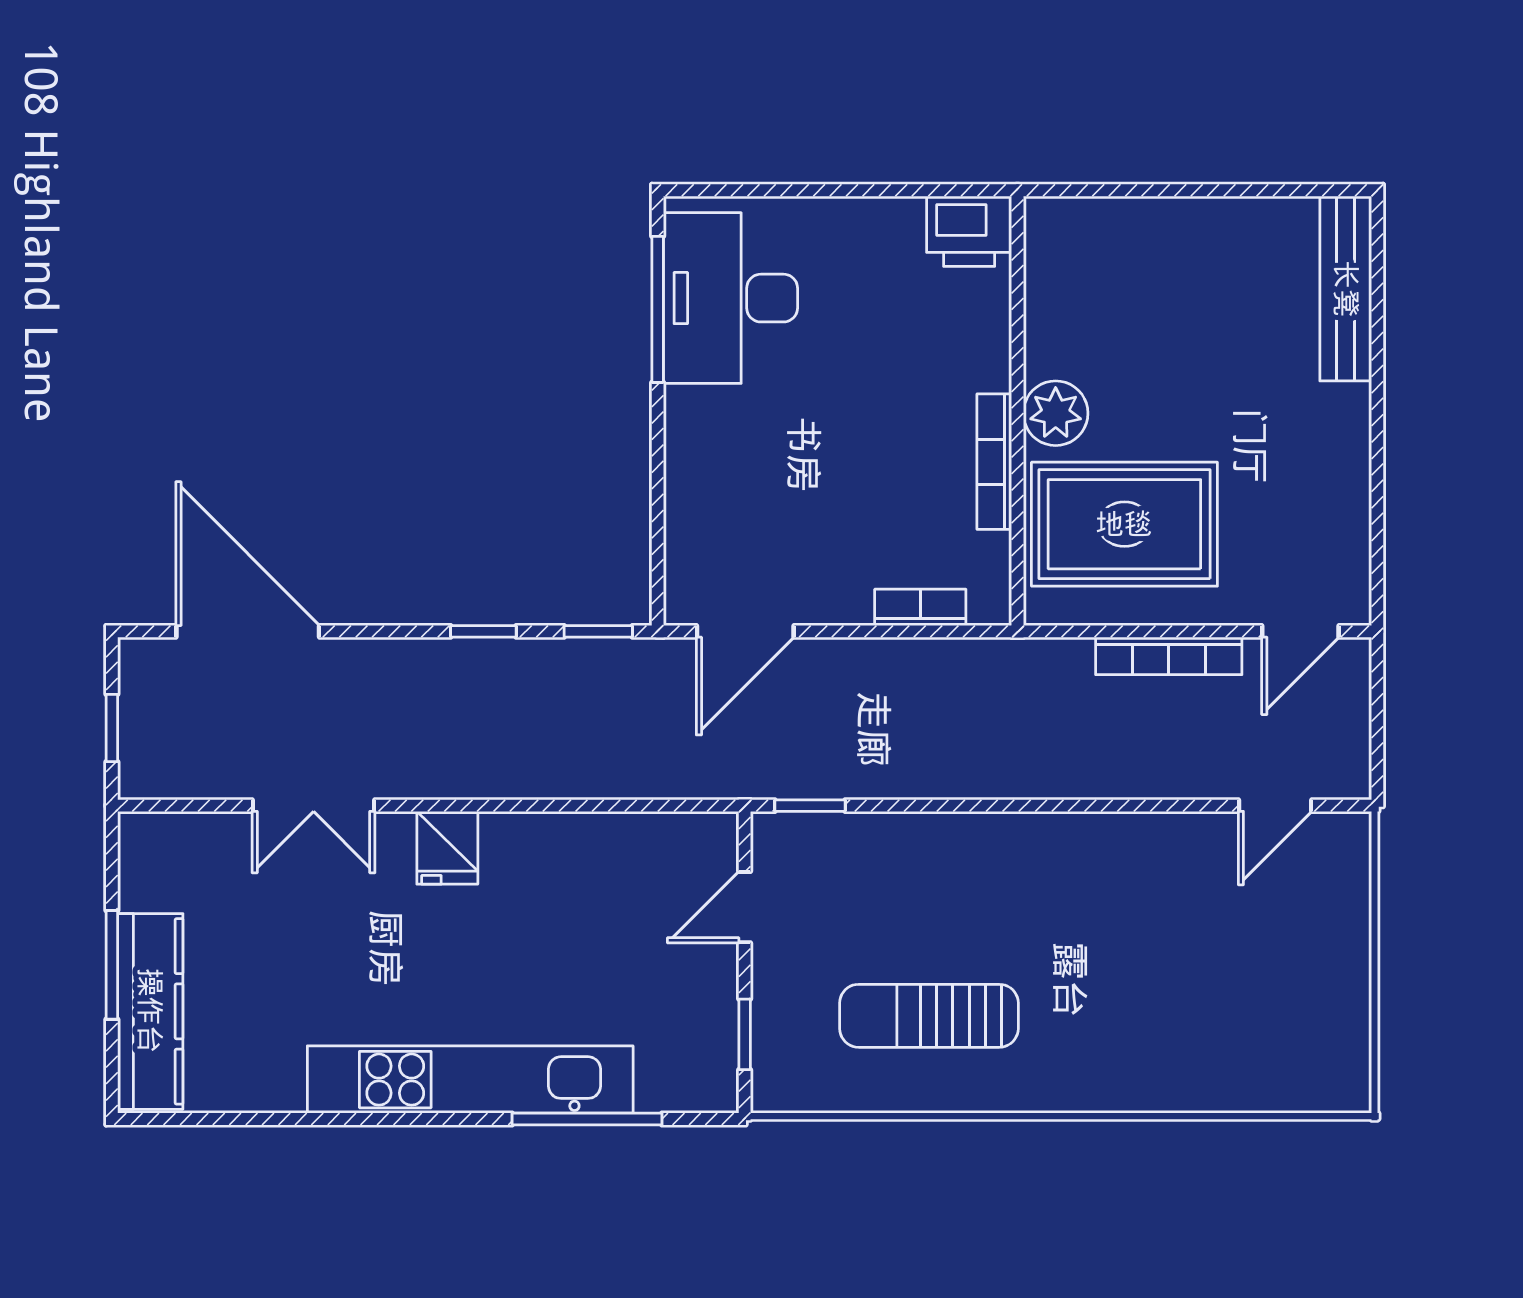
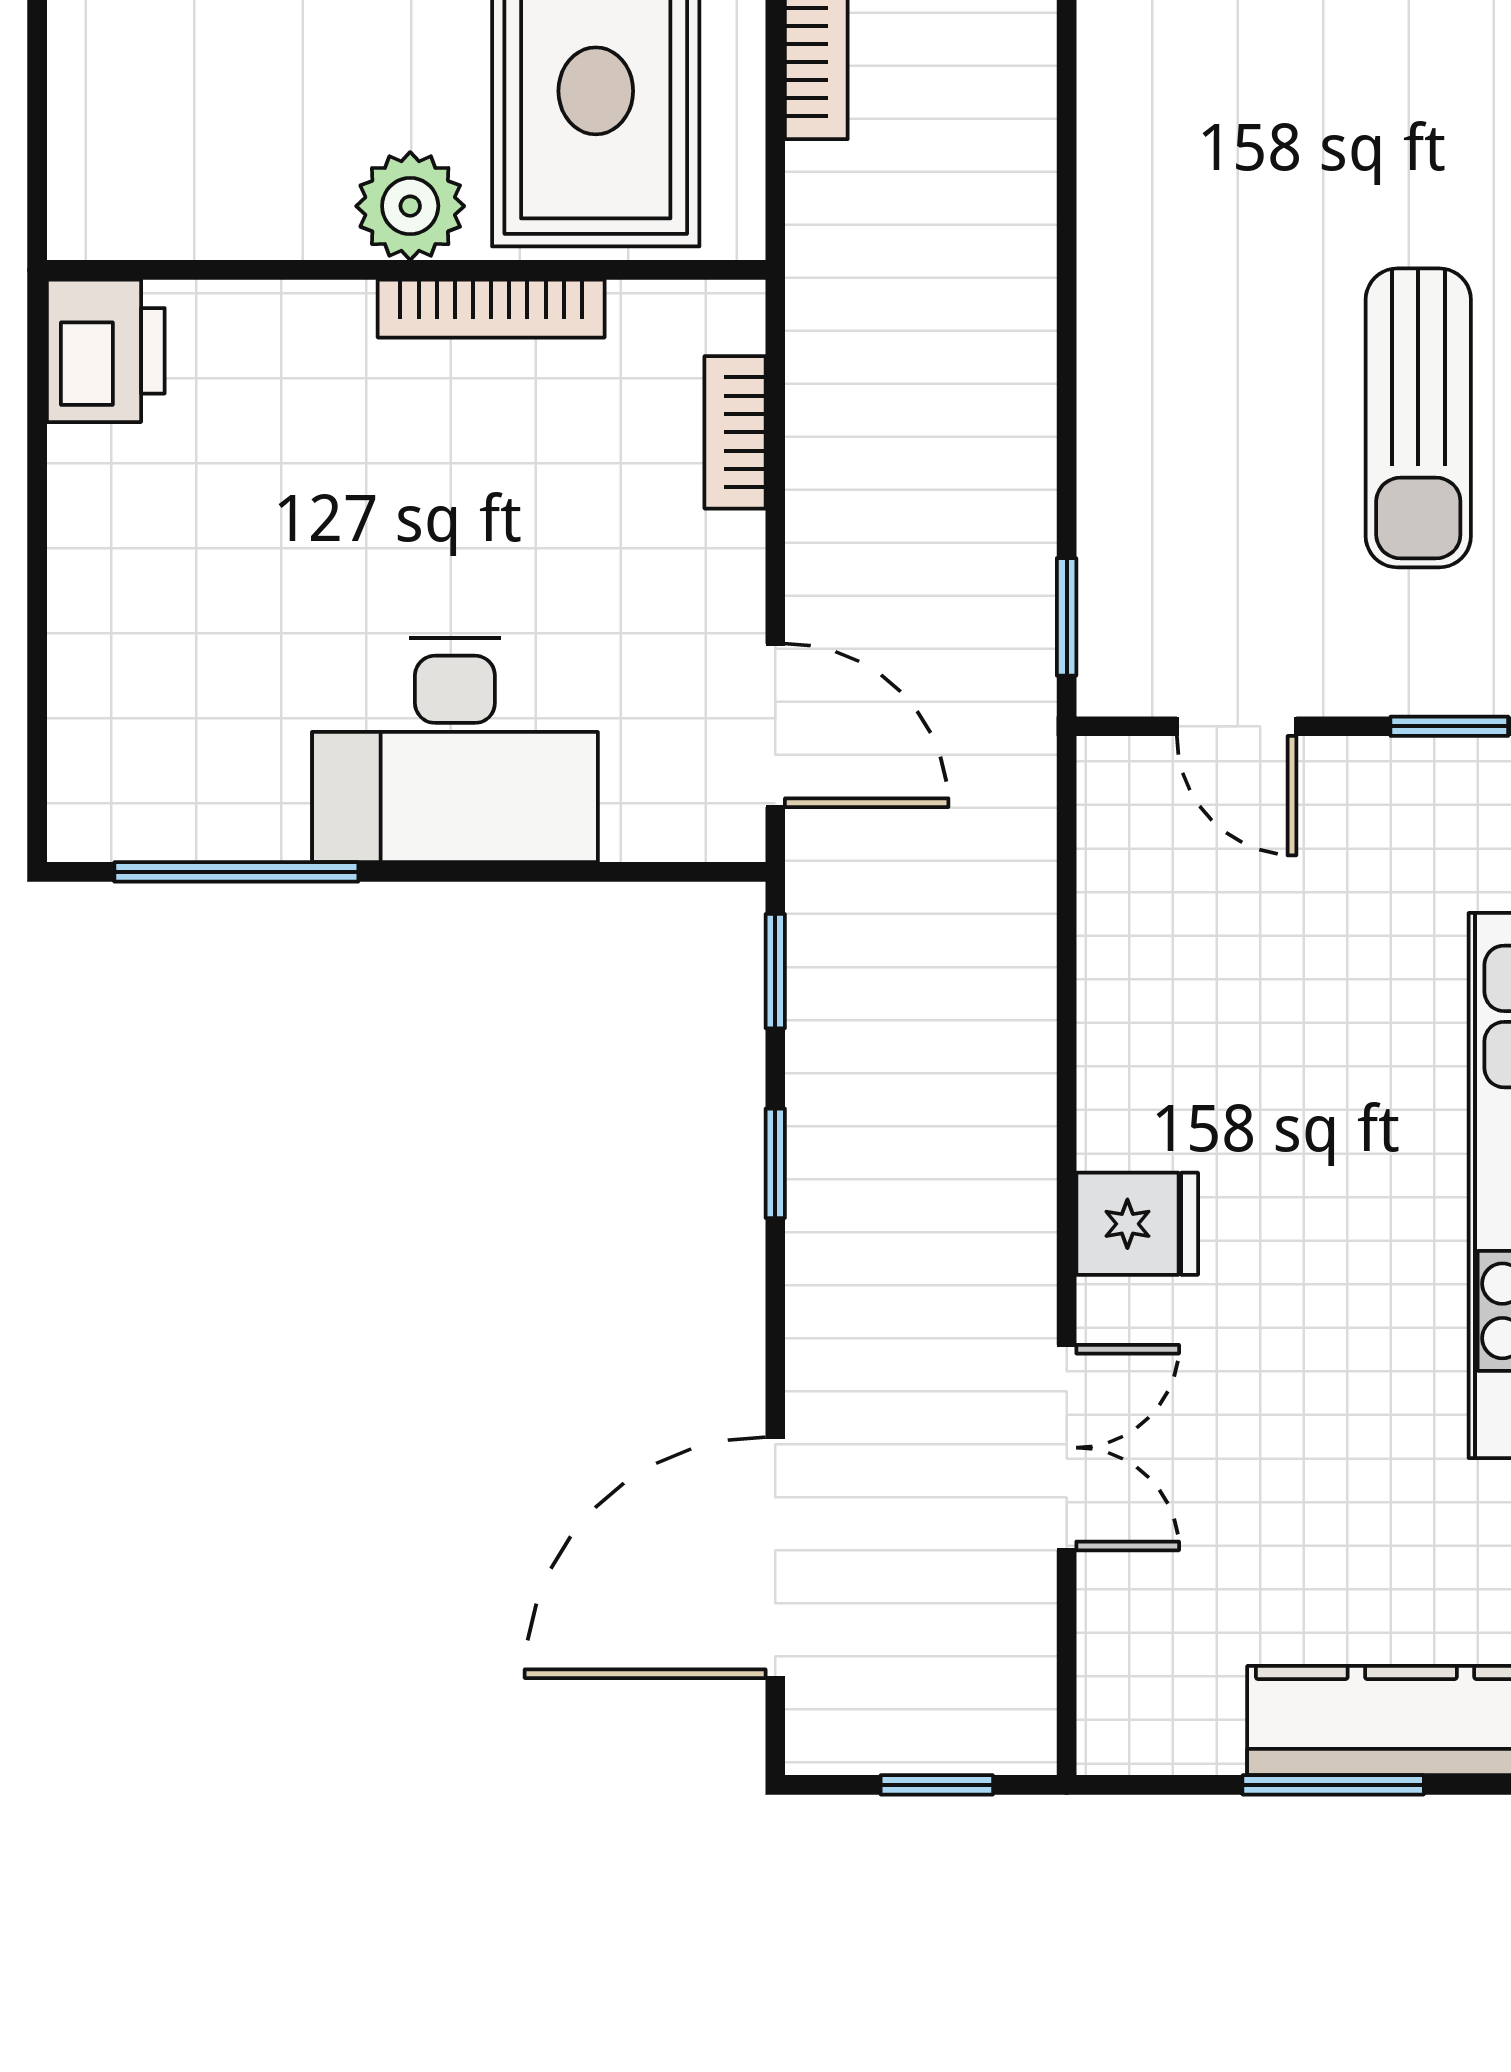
desk: (731, 298) -> (455, 750), moved

